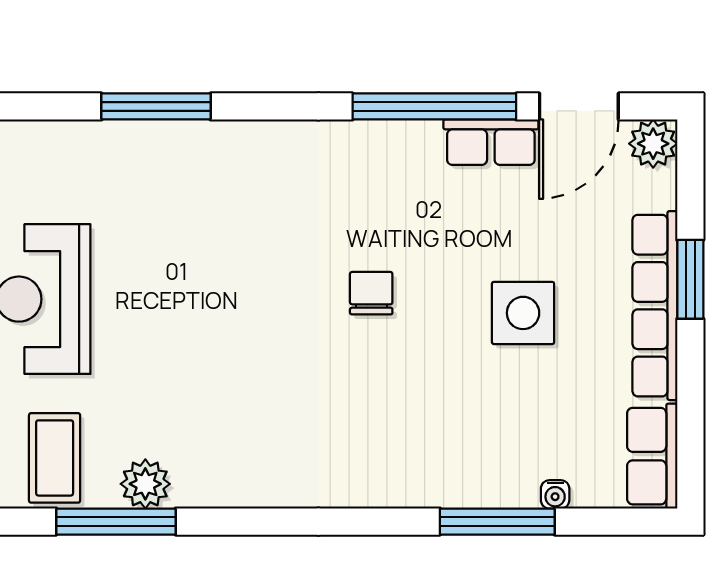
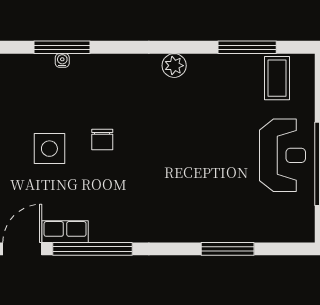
chair: (371, 293) -> (102, 140), moved
plant: (145, 484) -> (174, 66), moved
water cooler: (555, 494) -> (62, 60), moved

